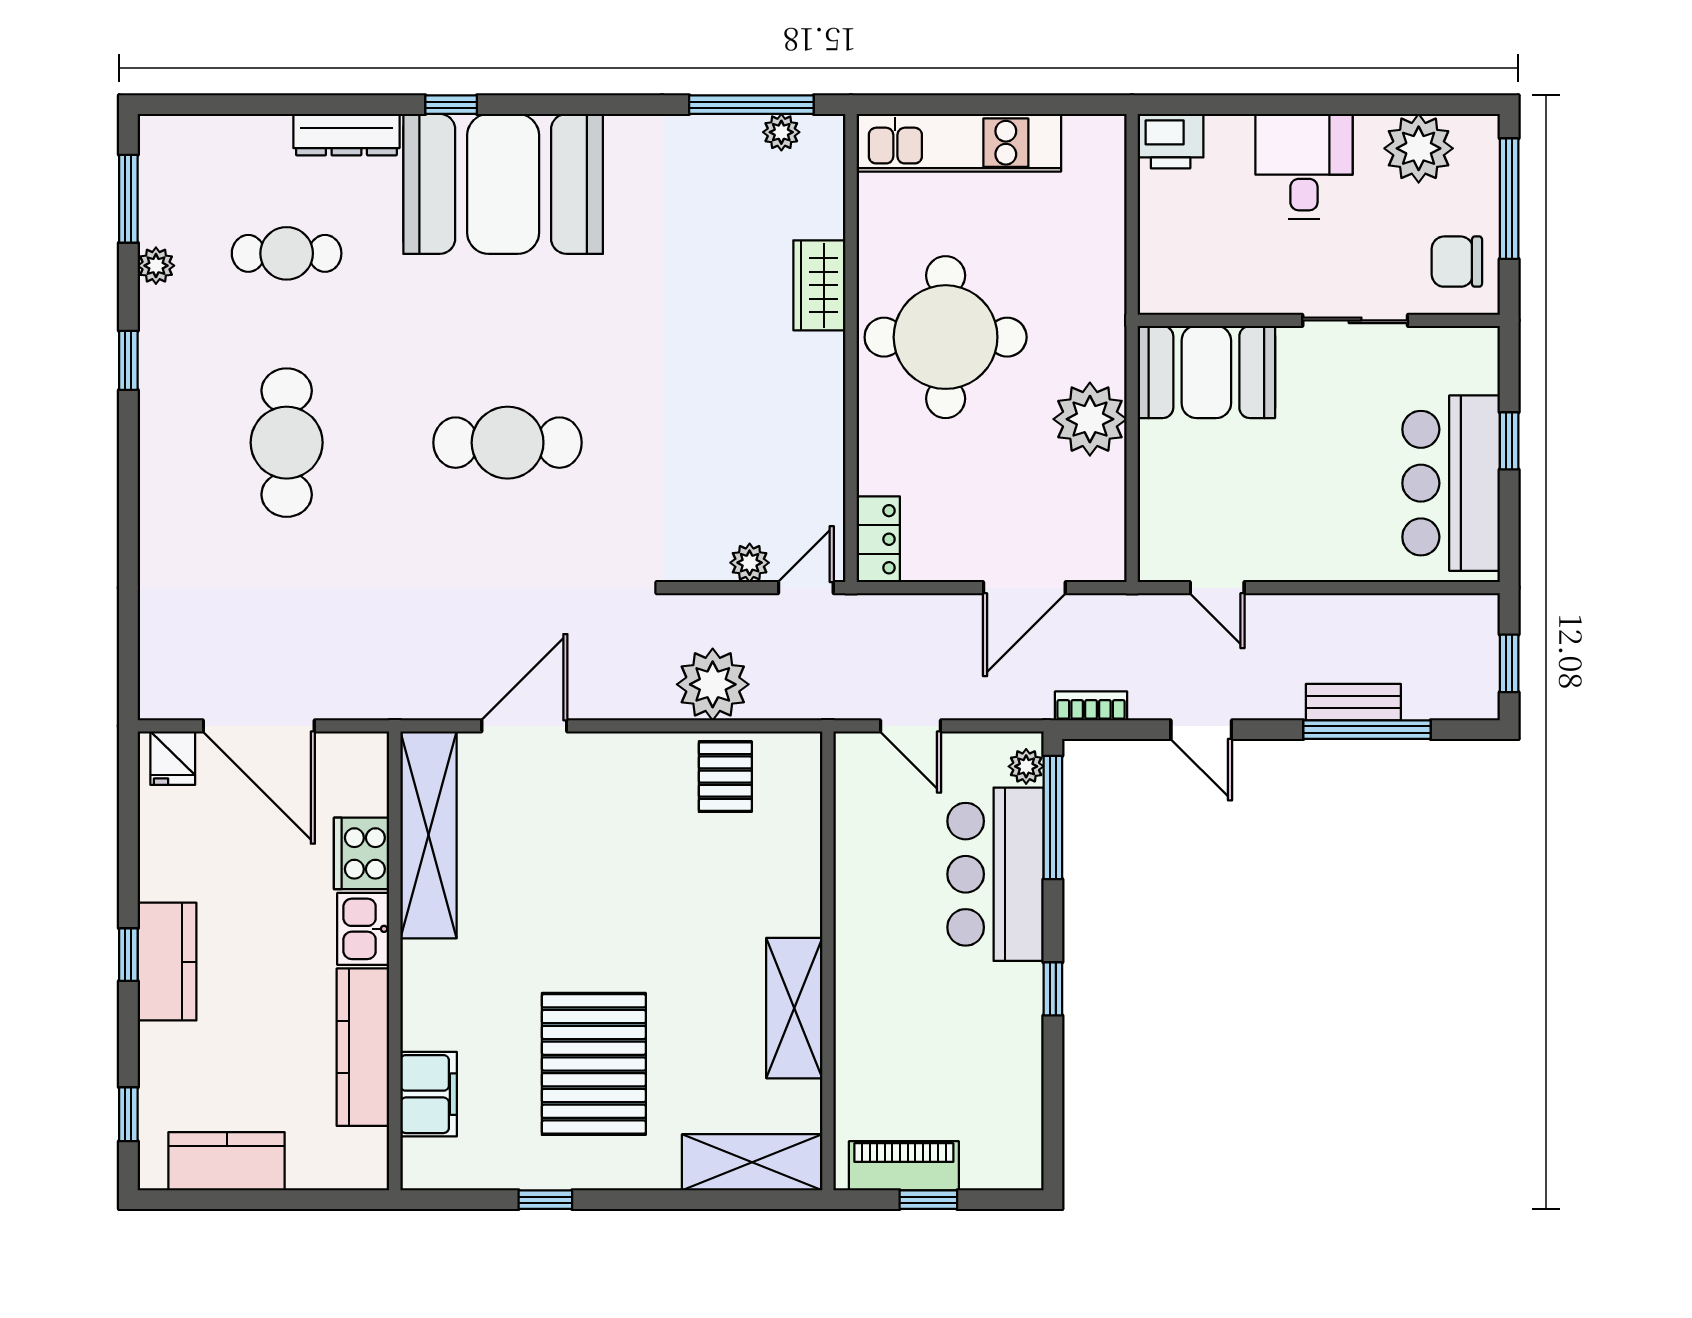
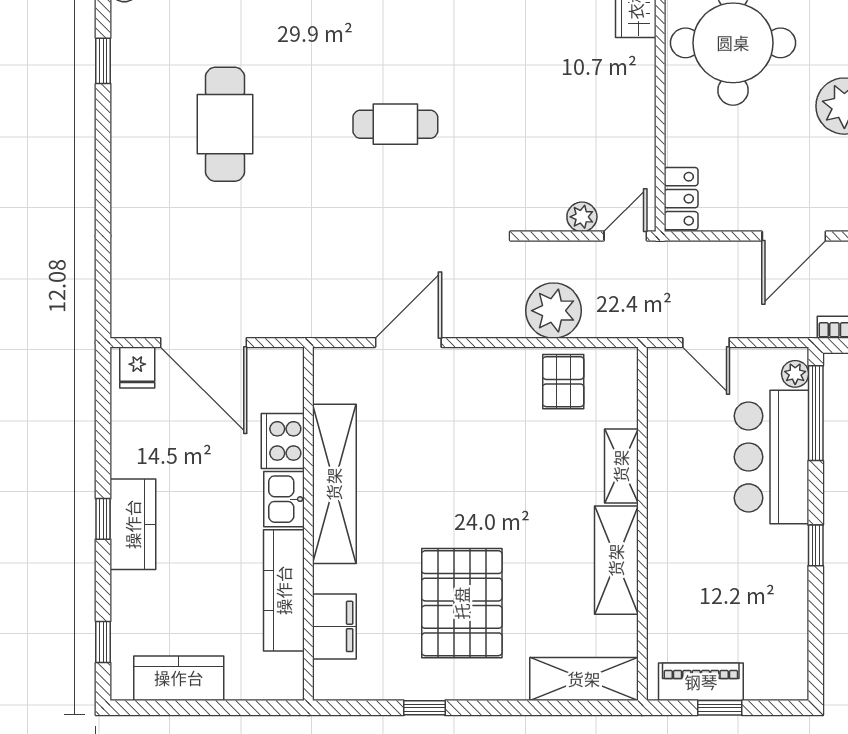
cafe table: (508, 443) -> (395, 124), width x0.73, depth x0.74
shelving: (429, 835) -> (334, 484), moved
shelving: (801, 886) -> (621, 466), added

